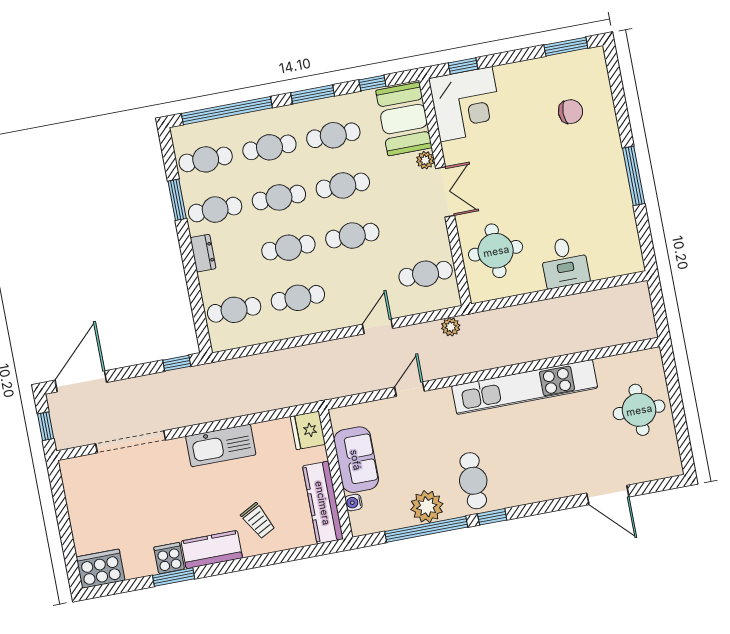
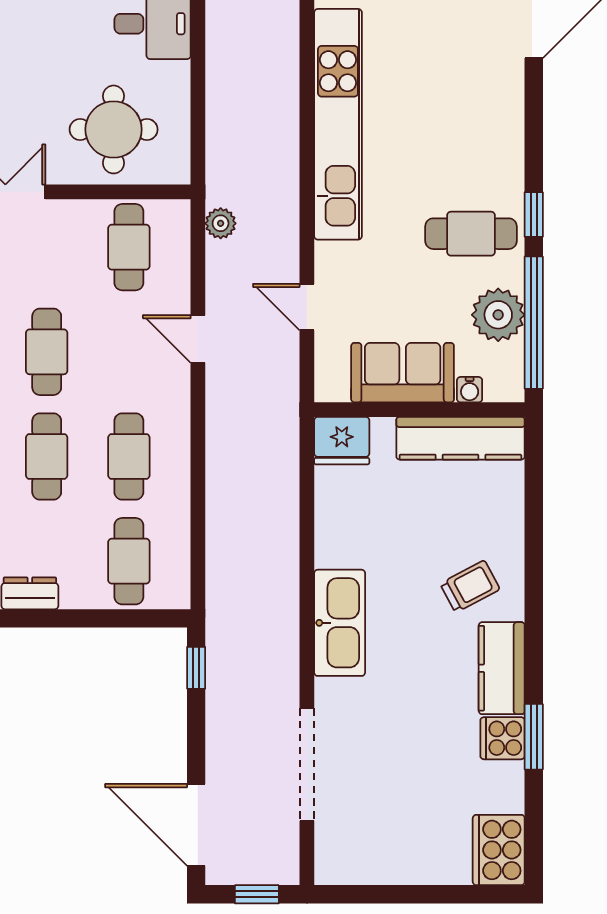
fridge: (308, 430) -> (342, 441), moved
sofa: (356, 460) -> (403, 373), moved
wall: (336, 474) -> (419, 410), moved
water cooler: (354, 502) -> (470, 390), moved
kitchen counter: (323, 503) -> (460, 438), moved

